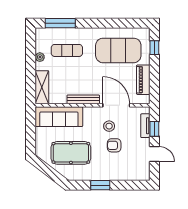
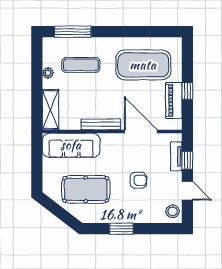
window: (154, 48) -> (187, 91), moved
stool: (109, 126) -> (173, 211), moved
armchair: (114, 145) -> (138, 180), turned 180

